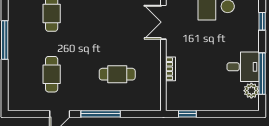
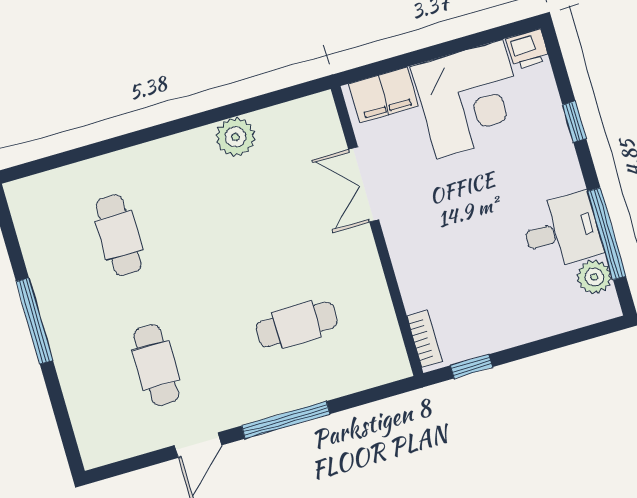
bookcase: (171, 69) -> (425, 339), moved

